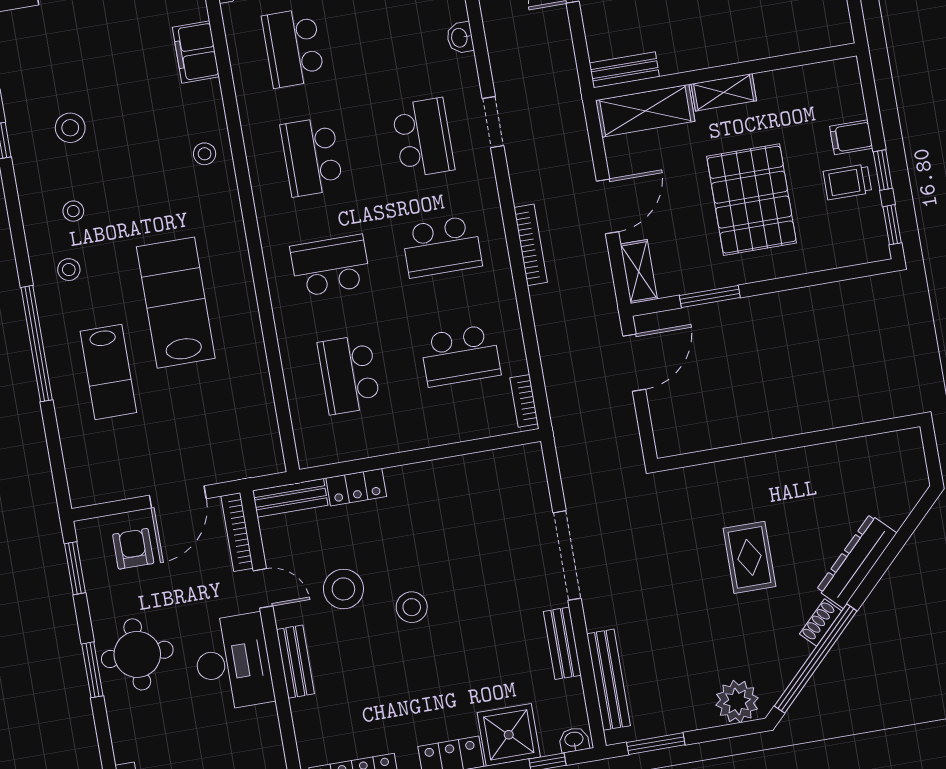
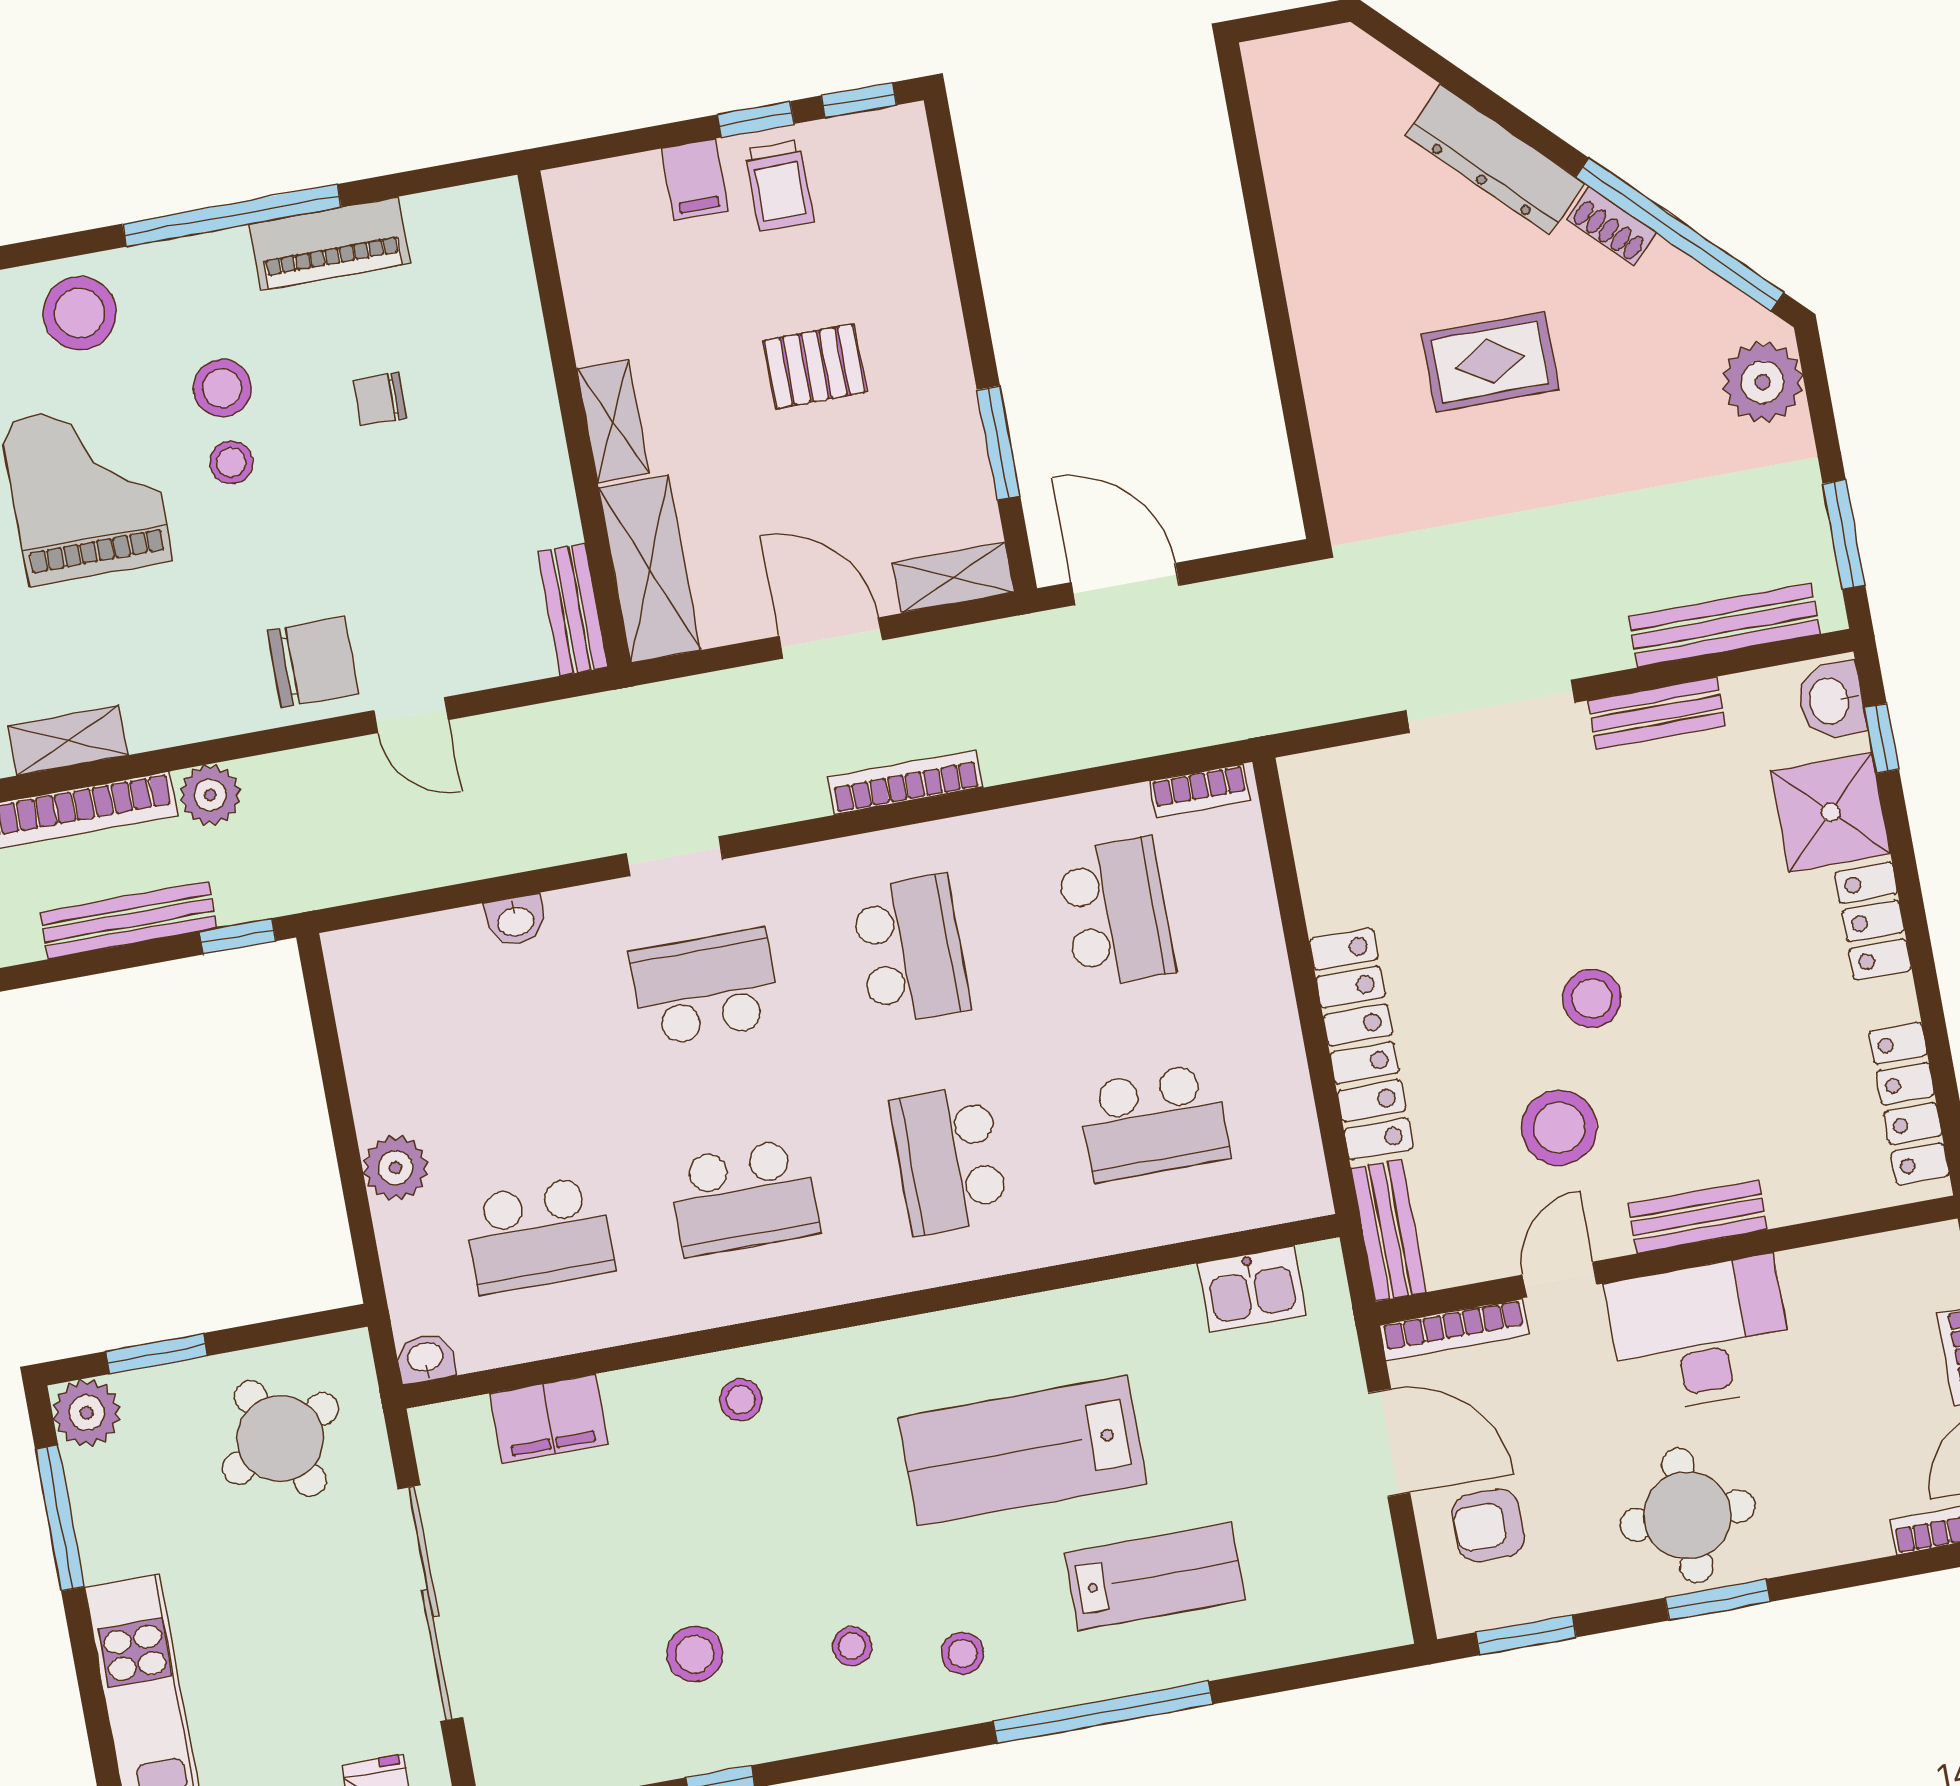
pallet: (752, 200) -> (815, 366), width x0.49, depth x0.50
kitchen sink: (260, 425) -> (1252, 1289), added
locker: (356, 487) -> (1361, 1044), width x2.16, depth x1.21
washbasin: (574, 740) -> (1831, 701), width x1.38, depth x1.45

